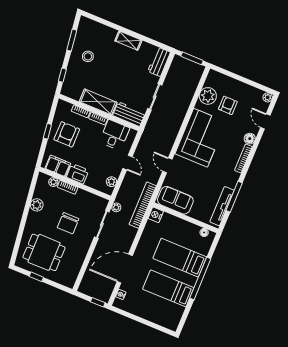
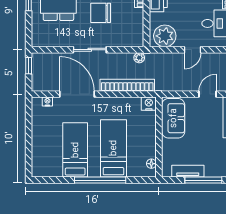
plant: (111, 182) -> (165, 36), width x1.88, depth x1.88
bookcase: (143, 205) -> (127, 85), moved
tv unit: (222, 206) -> (188, 171), width x0.71
sliding door: (102, 224) -> (90, 50), moved
window: (98, 302) -> (29, 66), moved

